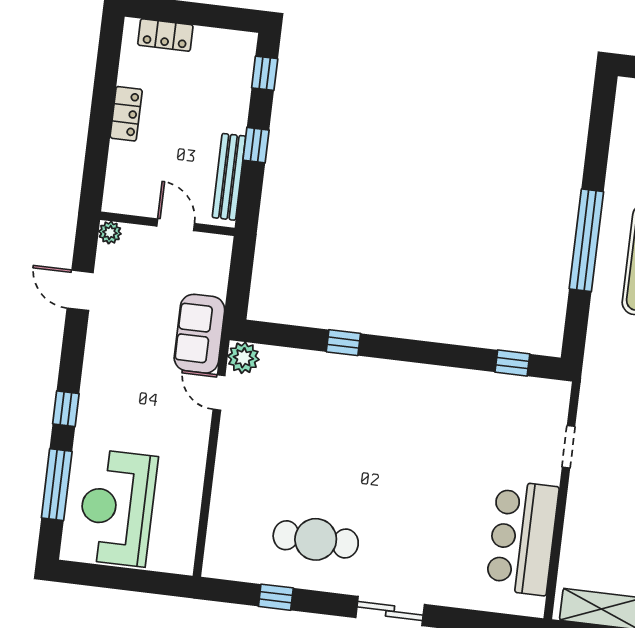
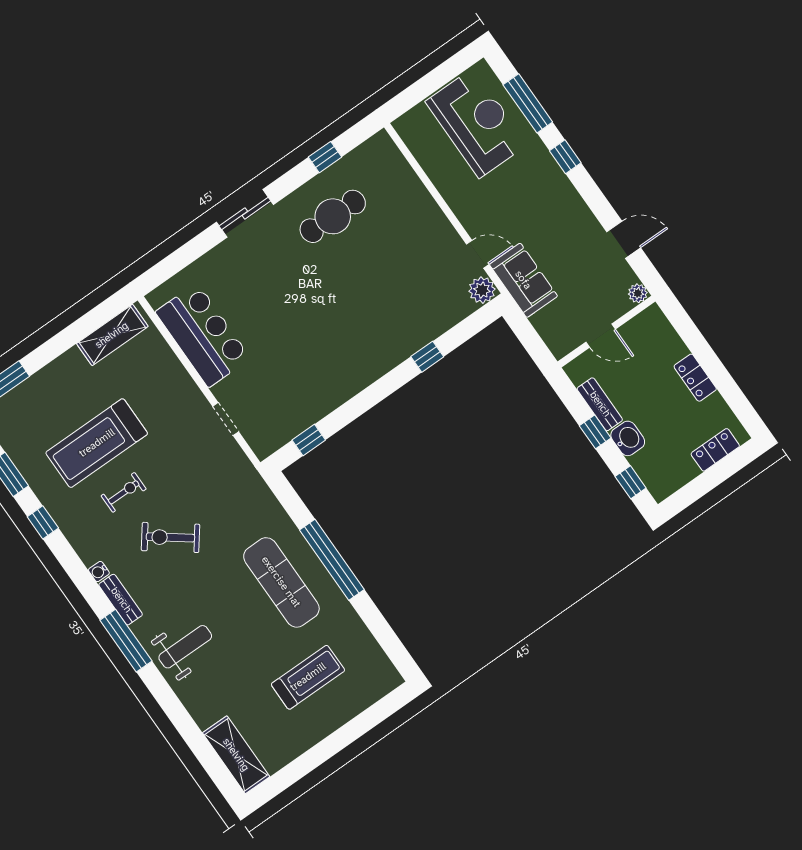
washbasin: (233, 114) -> (628, 438), added
bench: (229, 177) -> (600, 404), width x0.73

